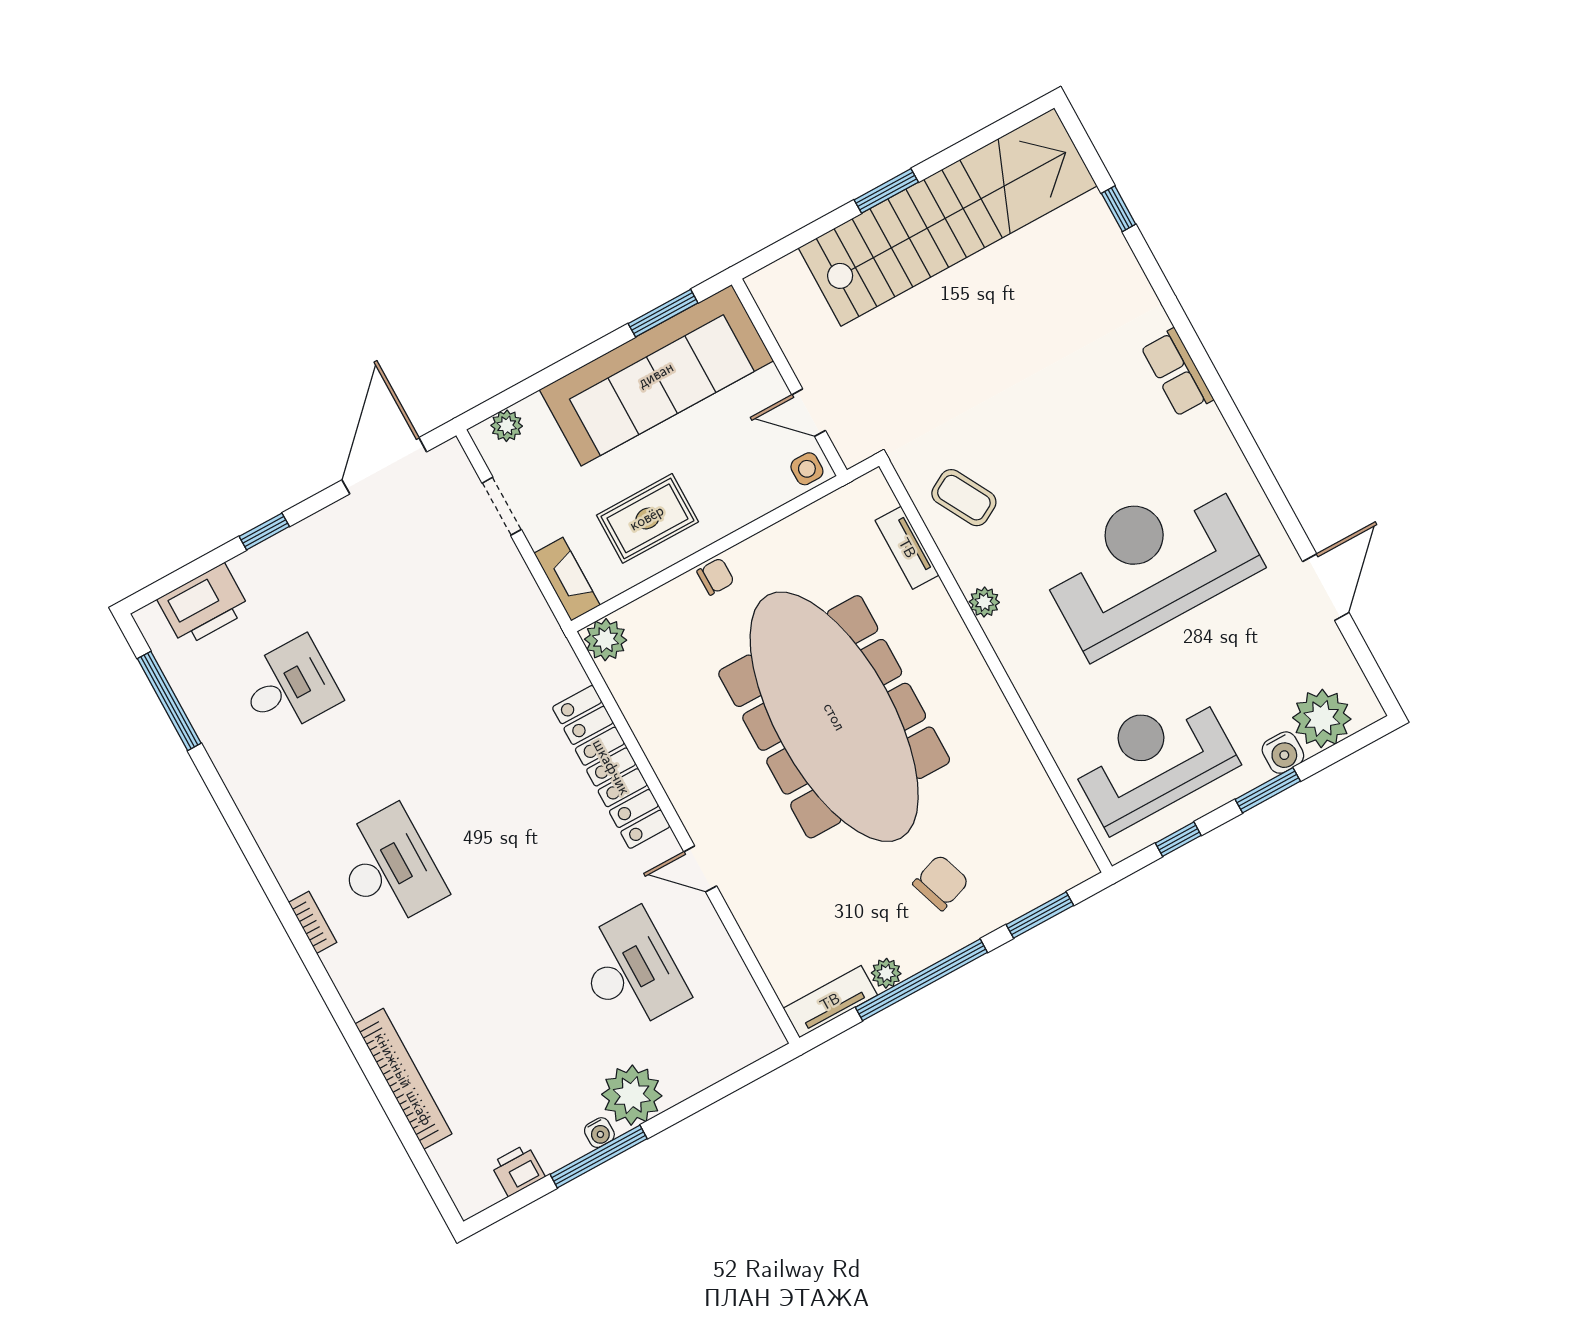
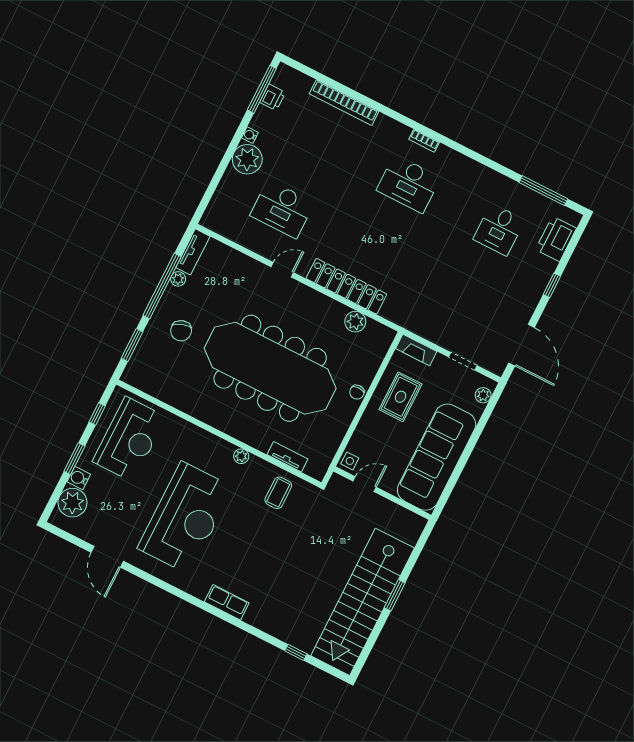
window: (663, 313) -> (451, 484), removed
coffee table: (964, 498) -> (278, 493), turned -61
plant: (606, 640) -> (355, 322), moved
window: (599, 1157) -> (262, 89), moved

